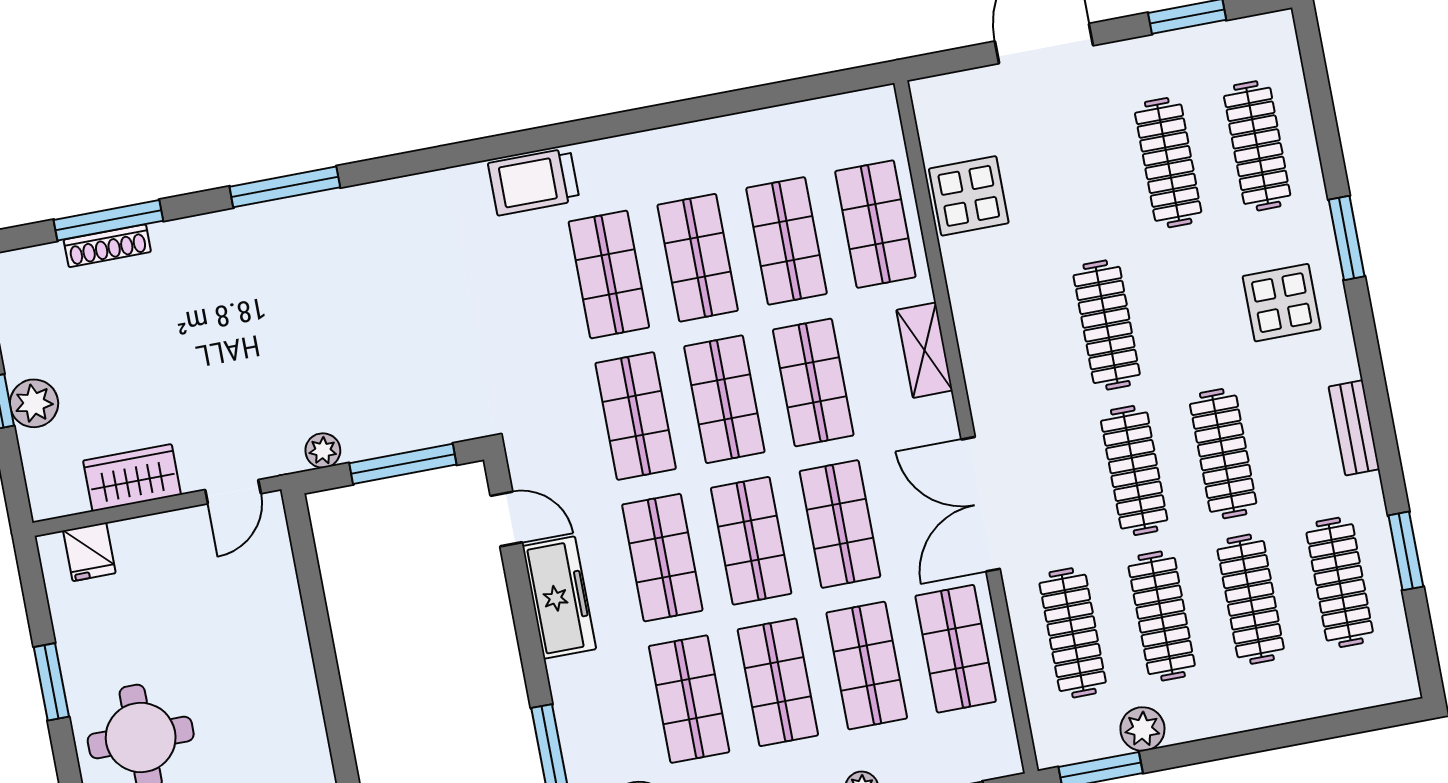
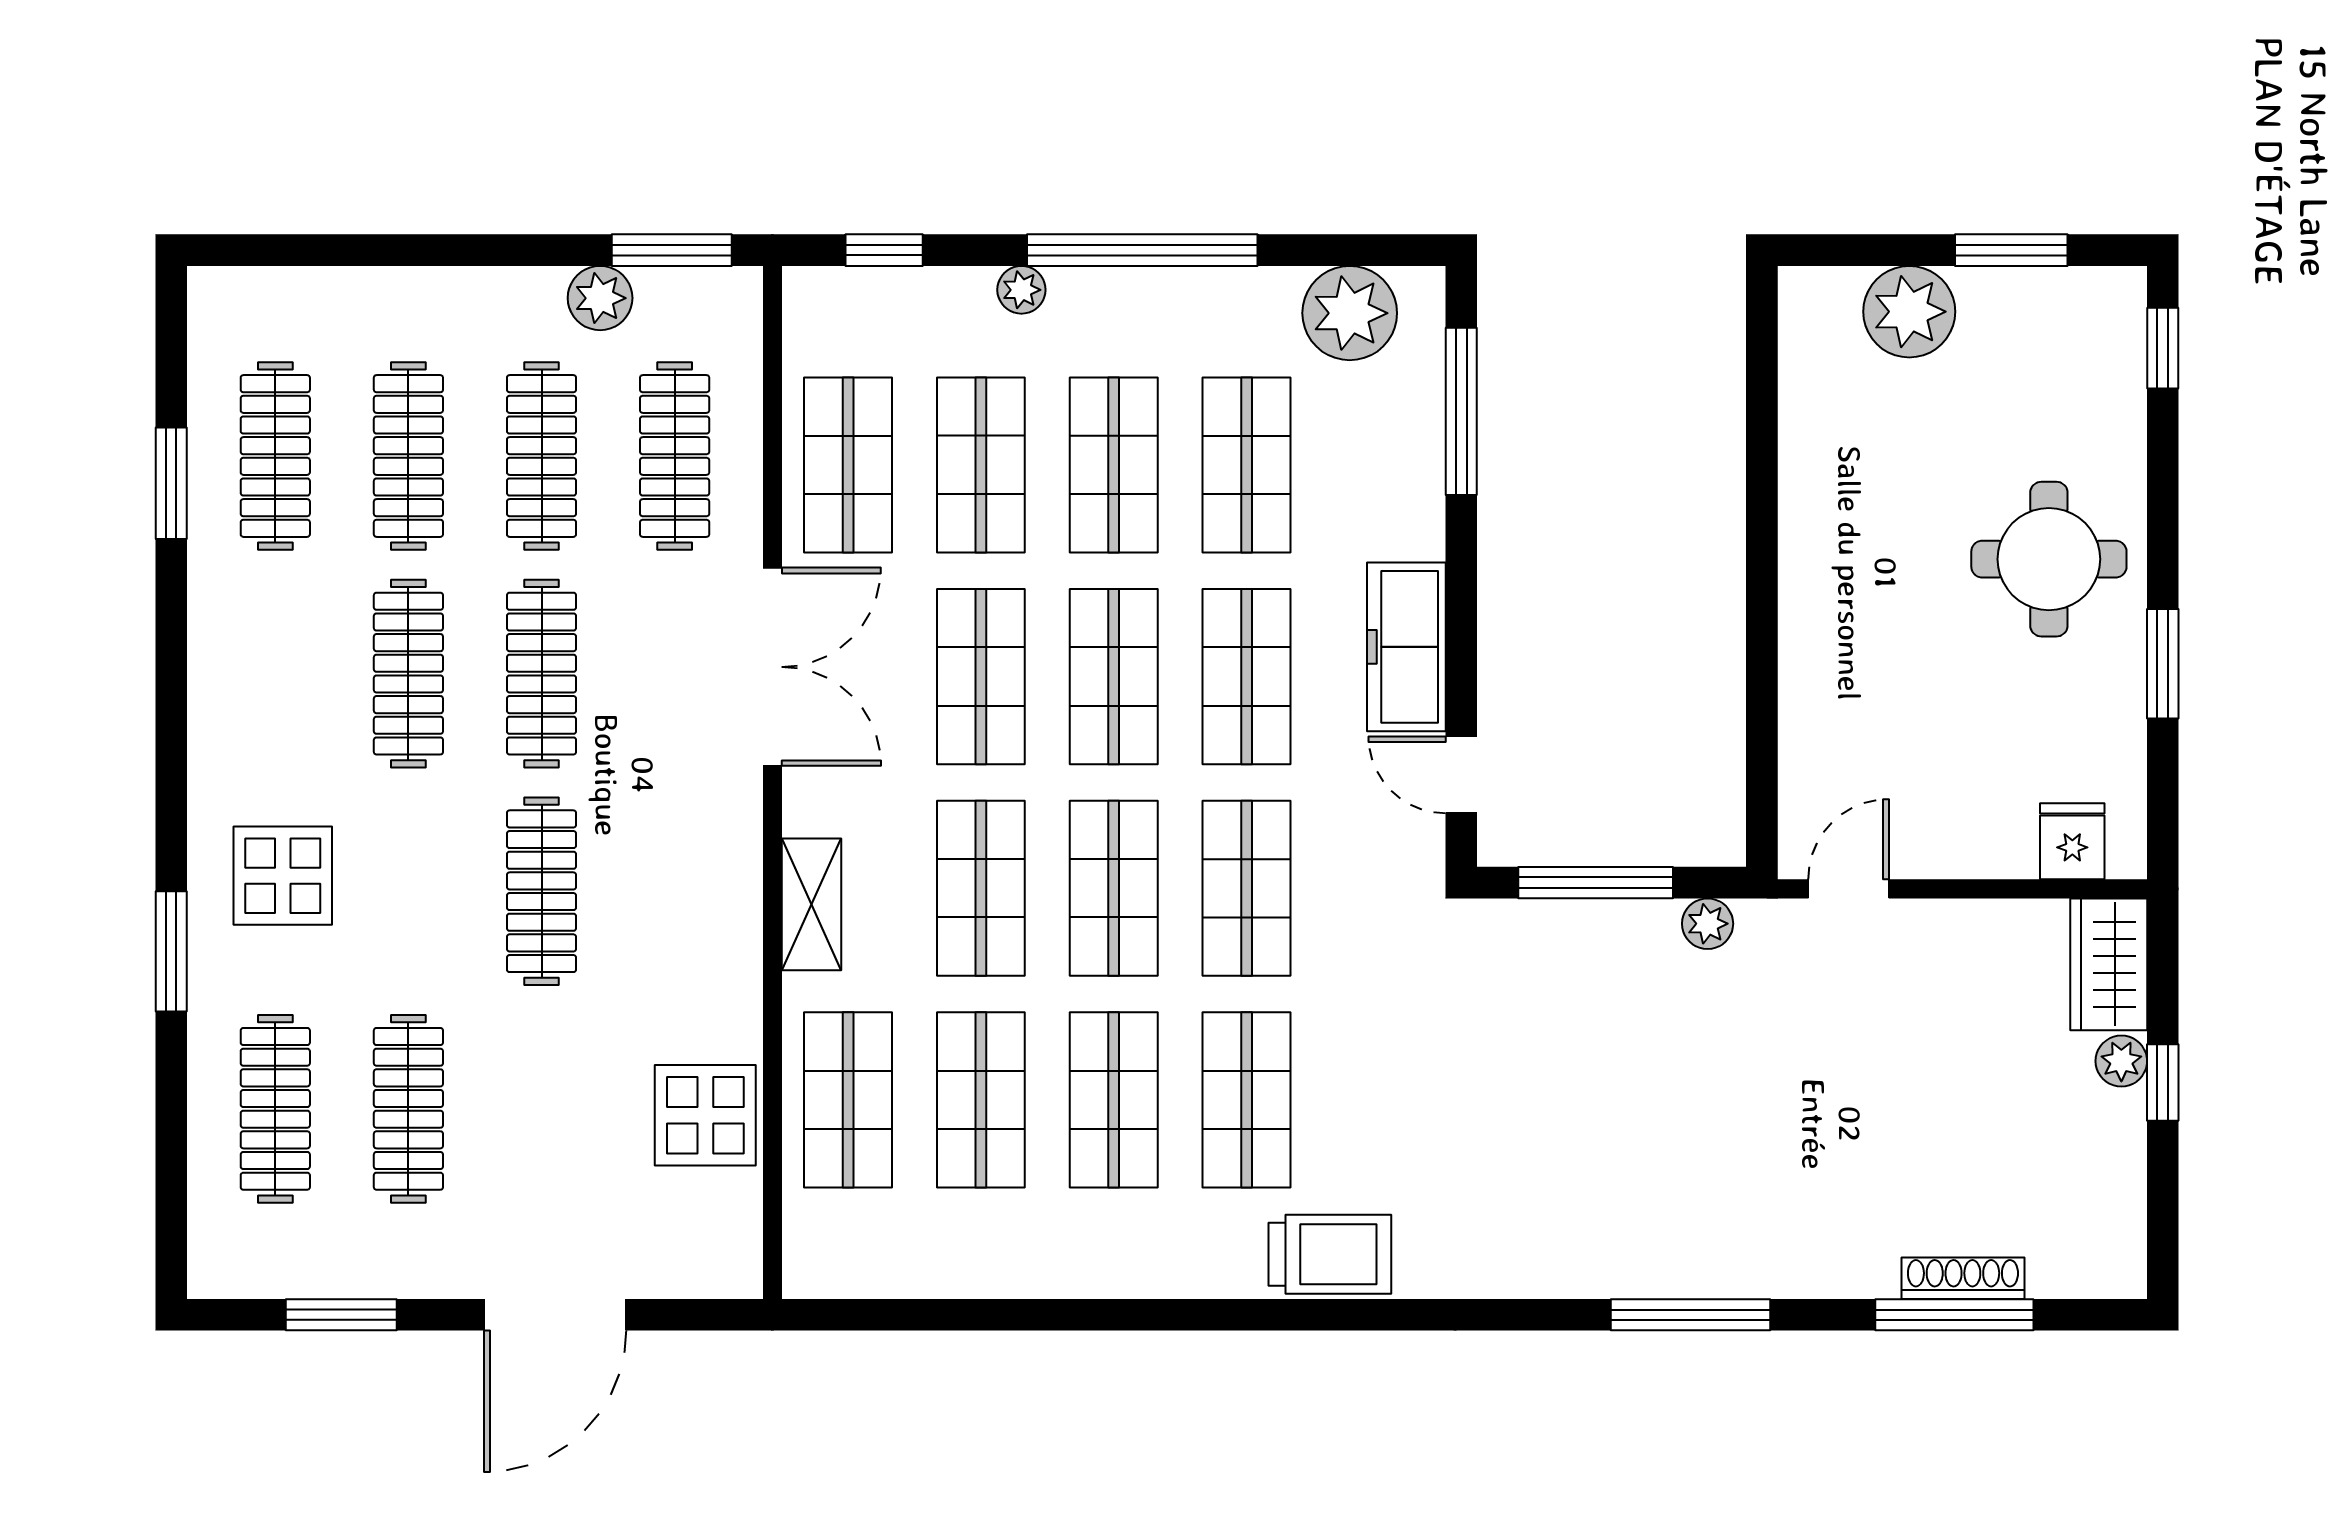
plant: (34, 403) -> (2121, 1061), width x0.73, depth x0.73
bench: (1354, 428) -> (212, 675), removed
wardrobe: (132, 478) -> (2109, 964), moved, turned 90

